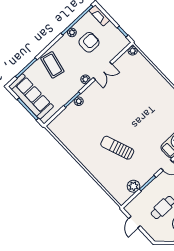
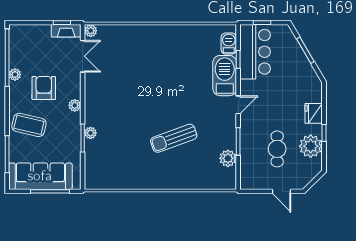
fireplace: (99, 15) -> (66, 31), moved
armchair: (89, 42) -> (44, 88), moved
double door: (103, 71) -> (83, 56), moved
door: (134, 222) -> (282, 191), moved

